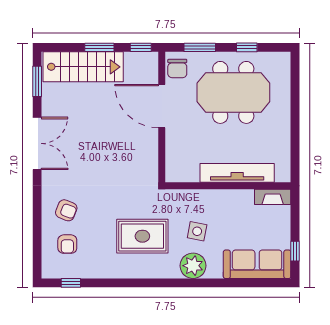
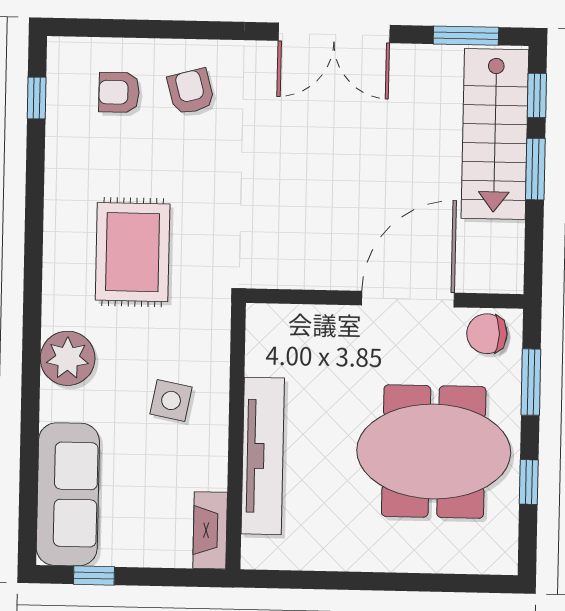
window: (141, 47) -> (537, 95), moved
meeting table: (233, 92) -> (434, 452), turned 90
armchair: (66, 210) -> (191, 92), turned 143
side table: (197, 231) -> (171, 400), moved

